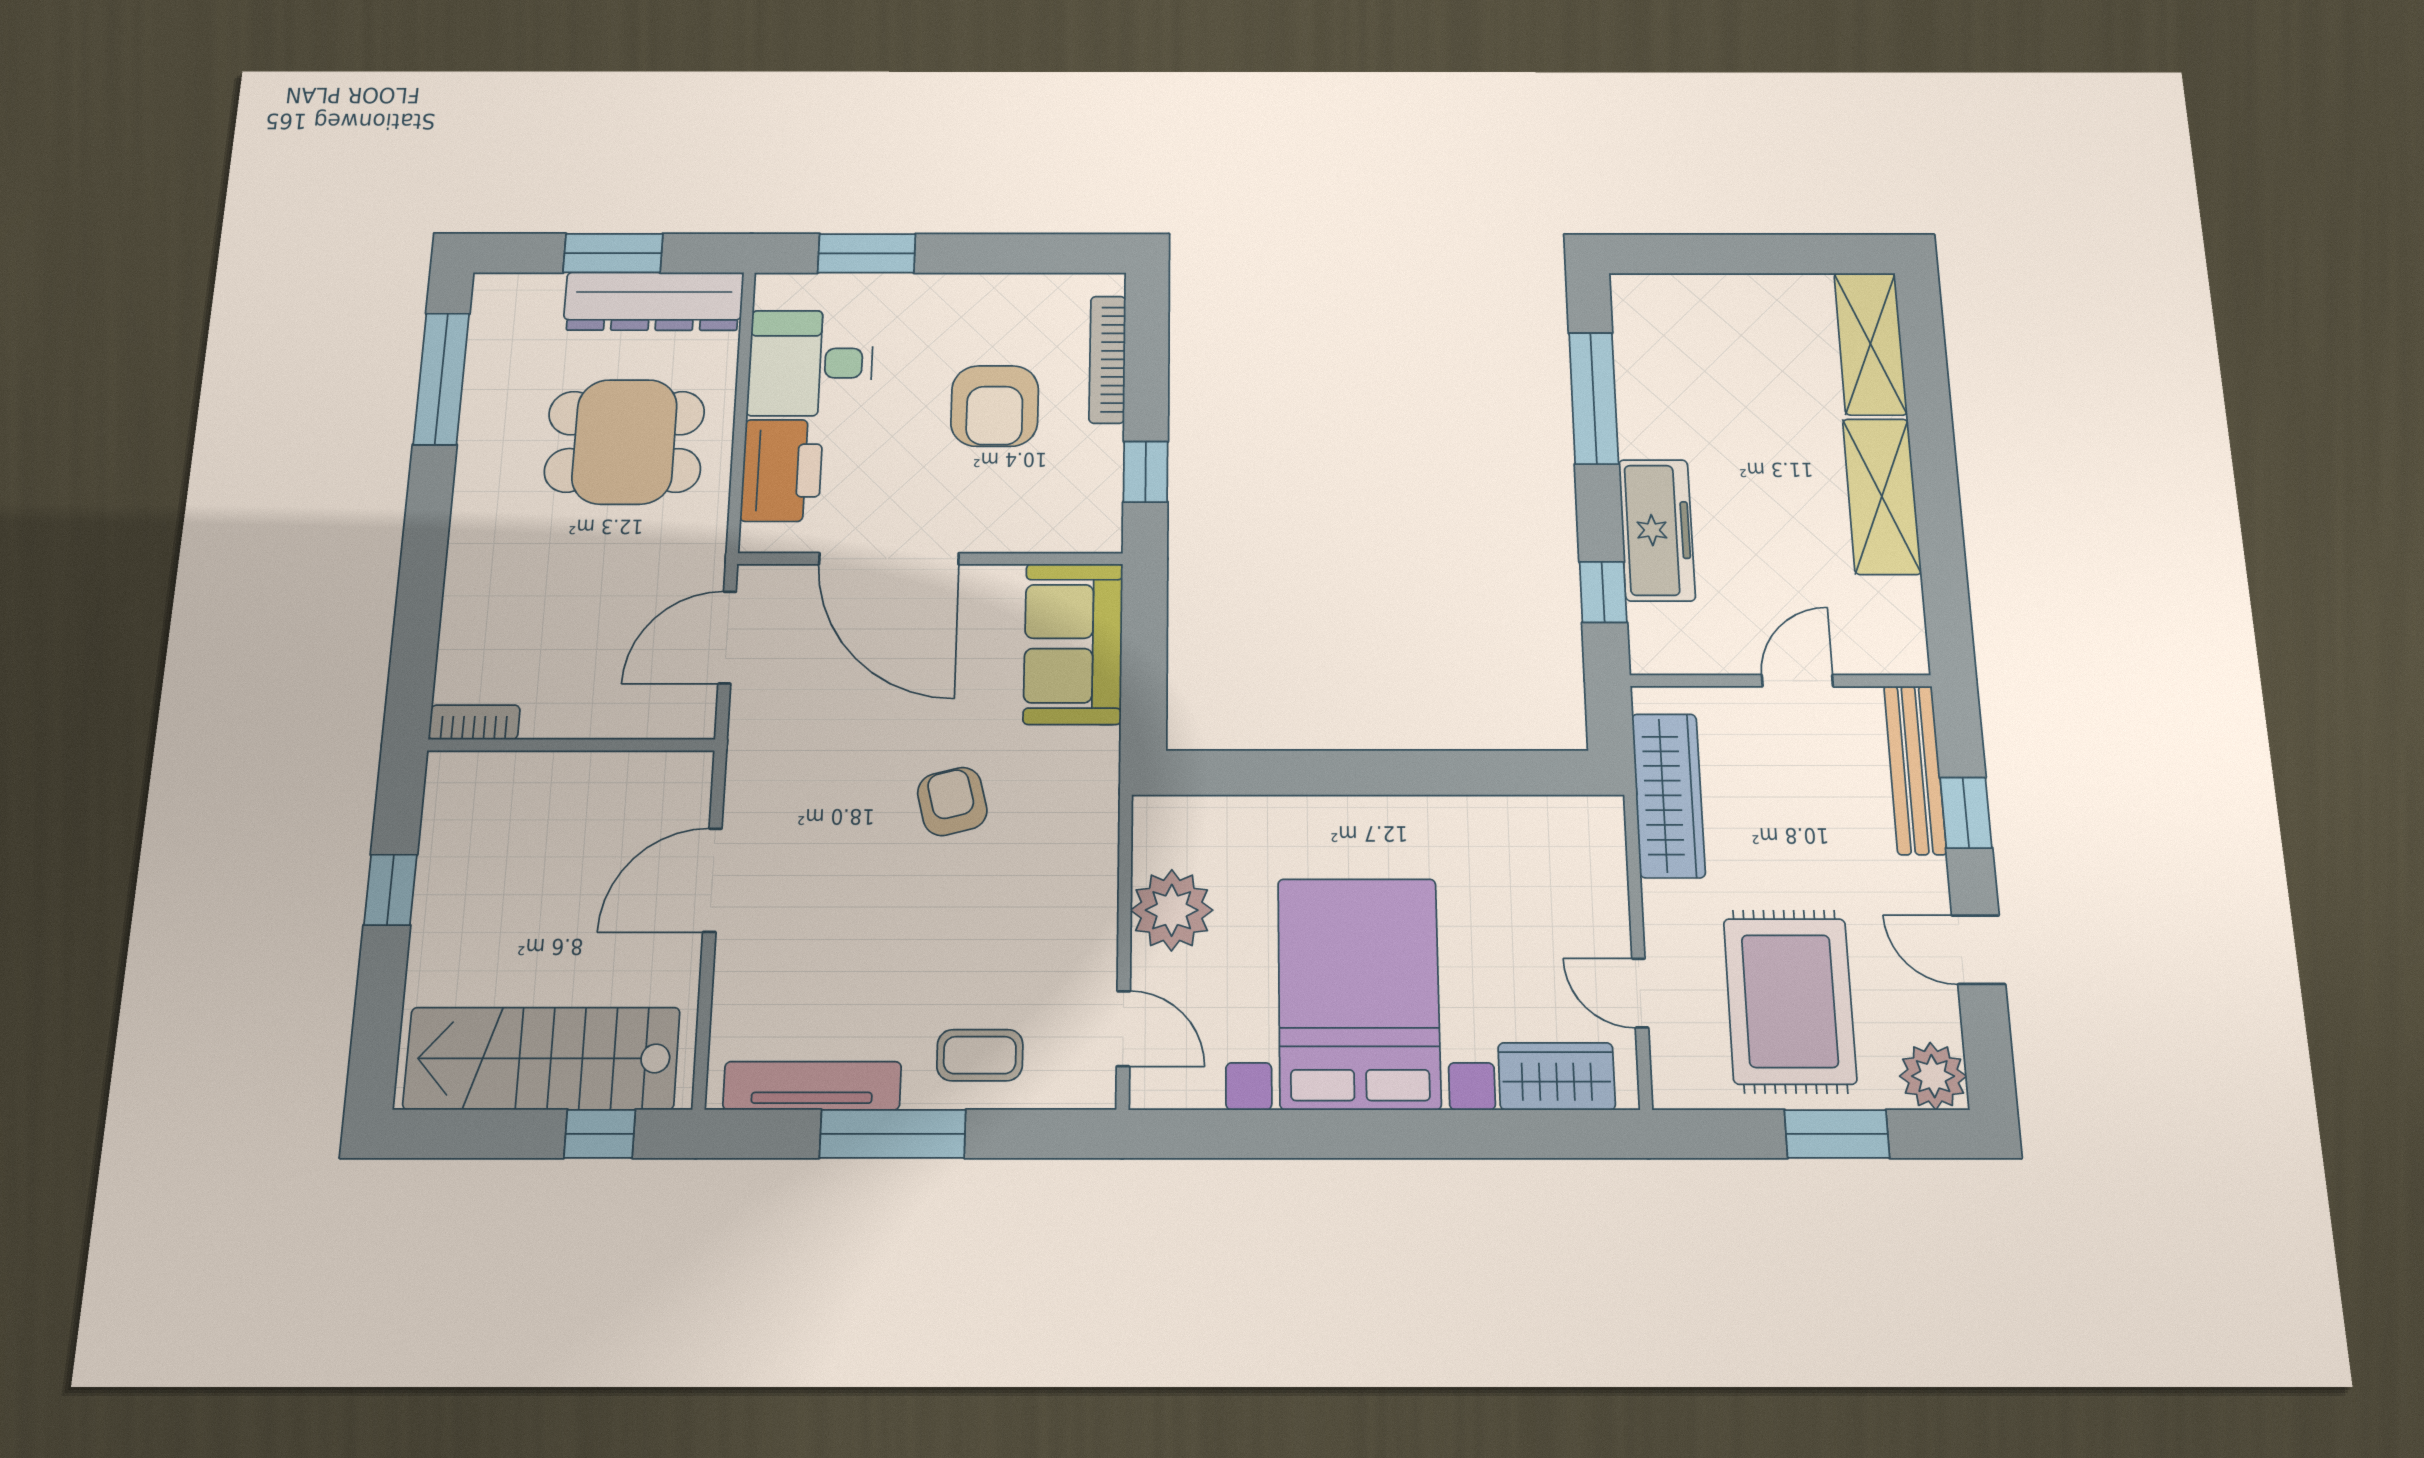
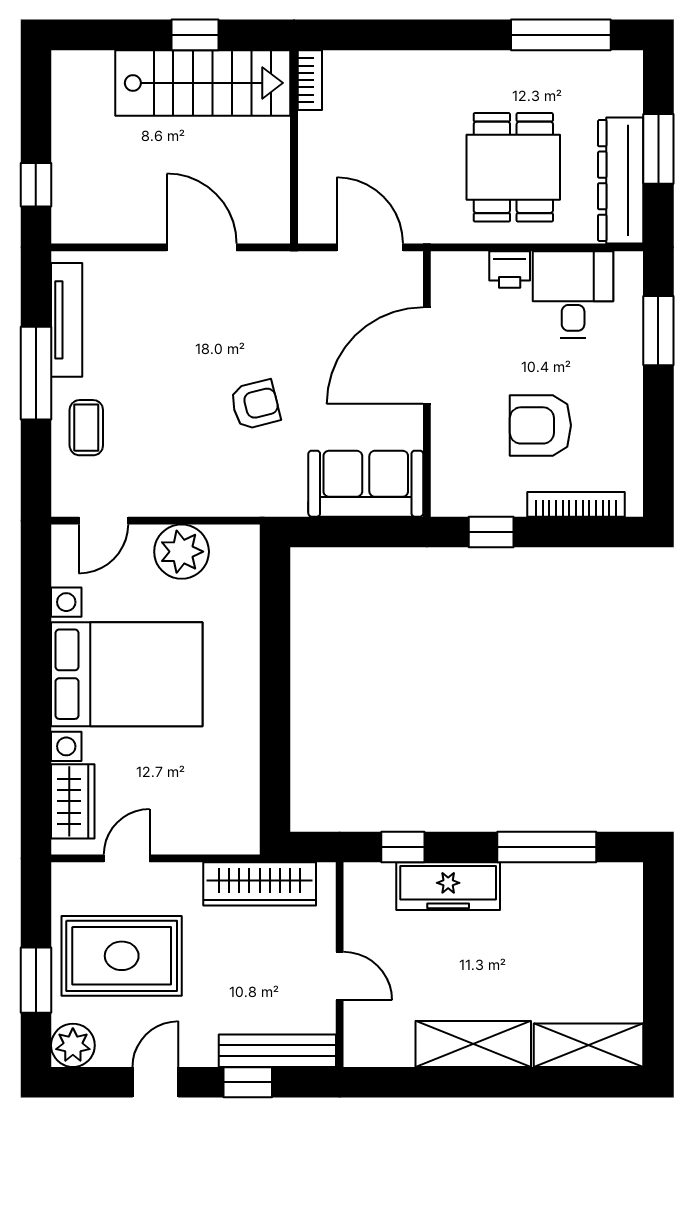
printer: (782, 470) -> (510, 270), width x0.53, depth x0.68
stairs: (542, 1058) -> (203, 83), moved, turned 90

